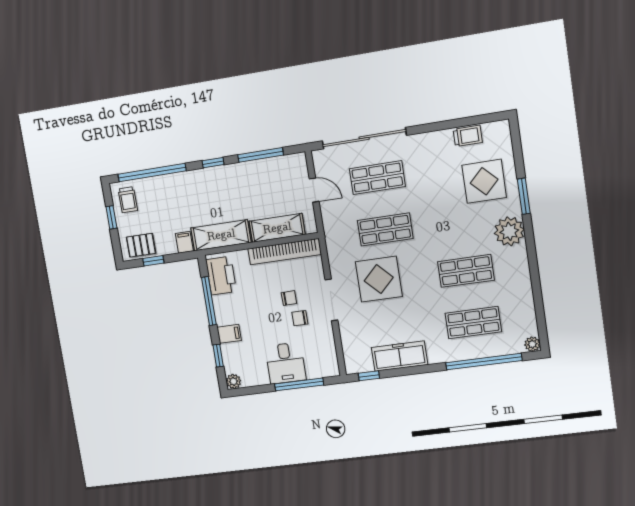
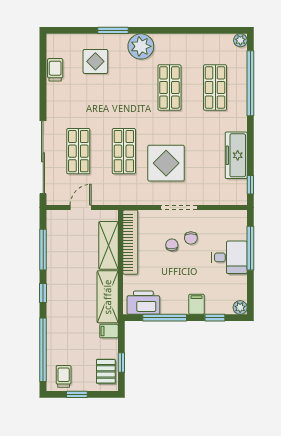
display table: (484, 181) -> (95, 61), width x0.73, depth x0.73
trolley: (128, 200) -> (64, 376), turned -90

